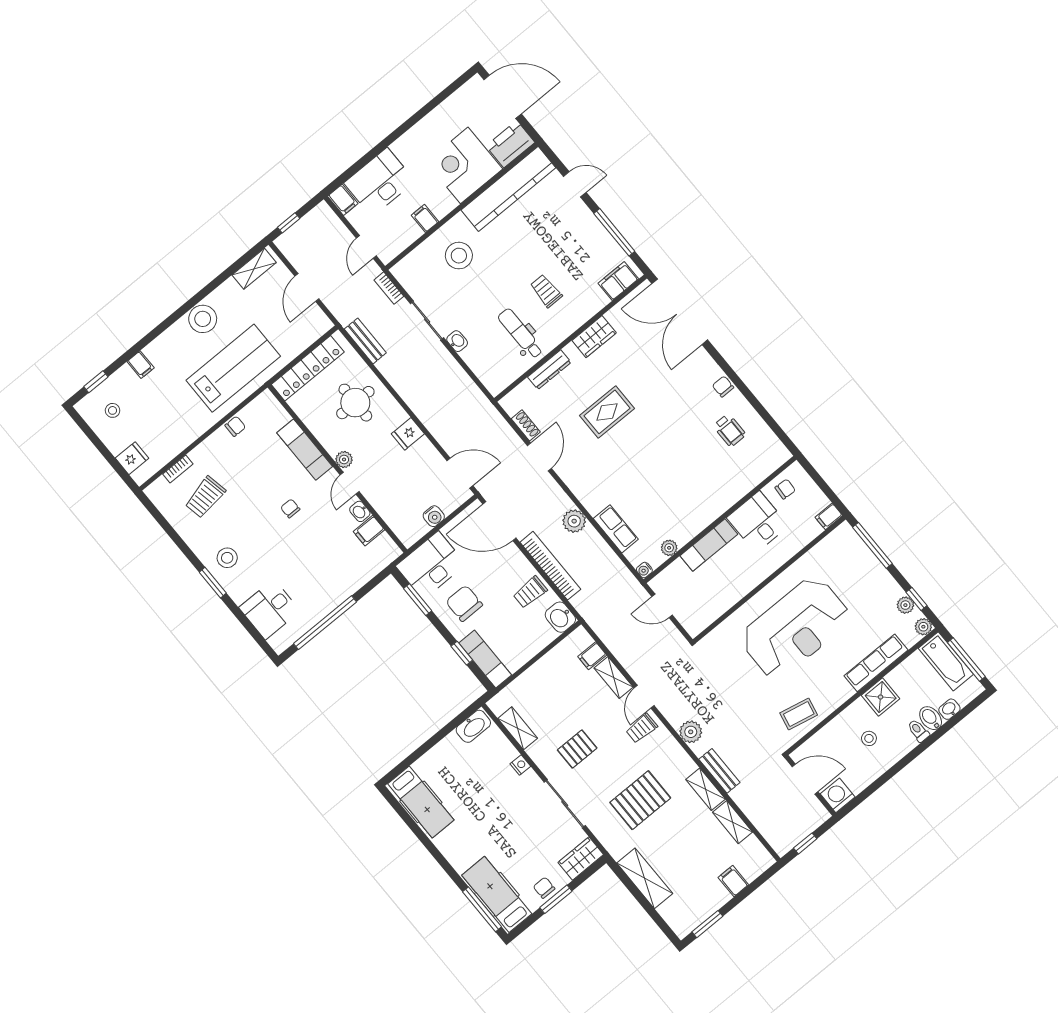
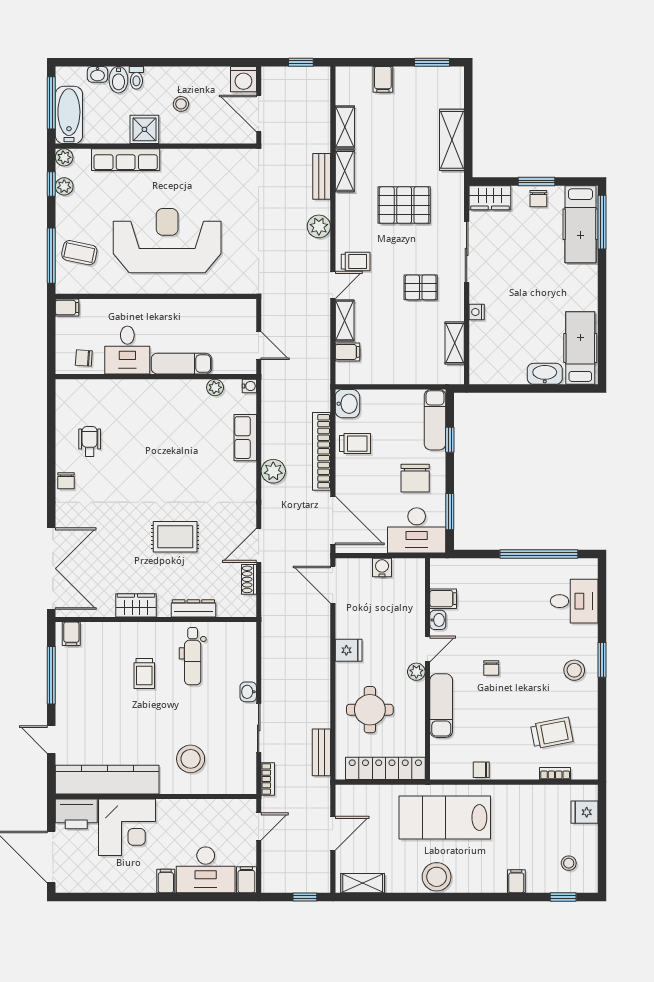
filing cabinet: (425, 218) -> (166, 881), moved, turned 180
filing cabinet: (618, 281) -> (71, 634), width x0.50
coffee table: (799, 714) -> (79, 253), moved
washbasin: (473, 726) -> (545, 374), moved

